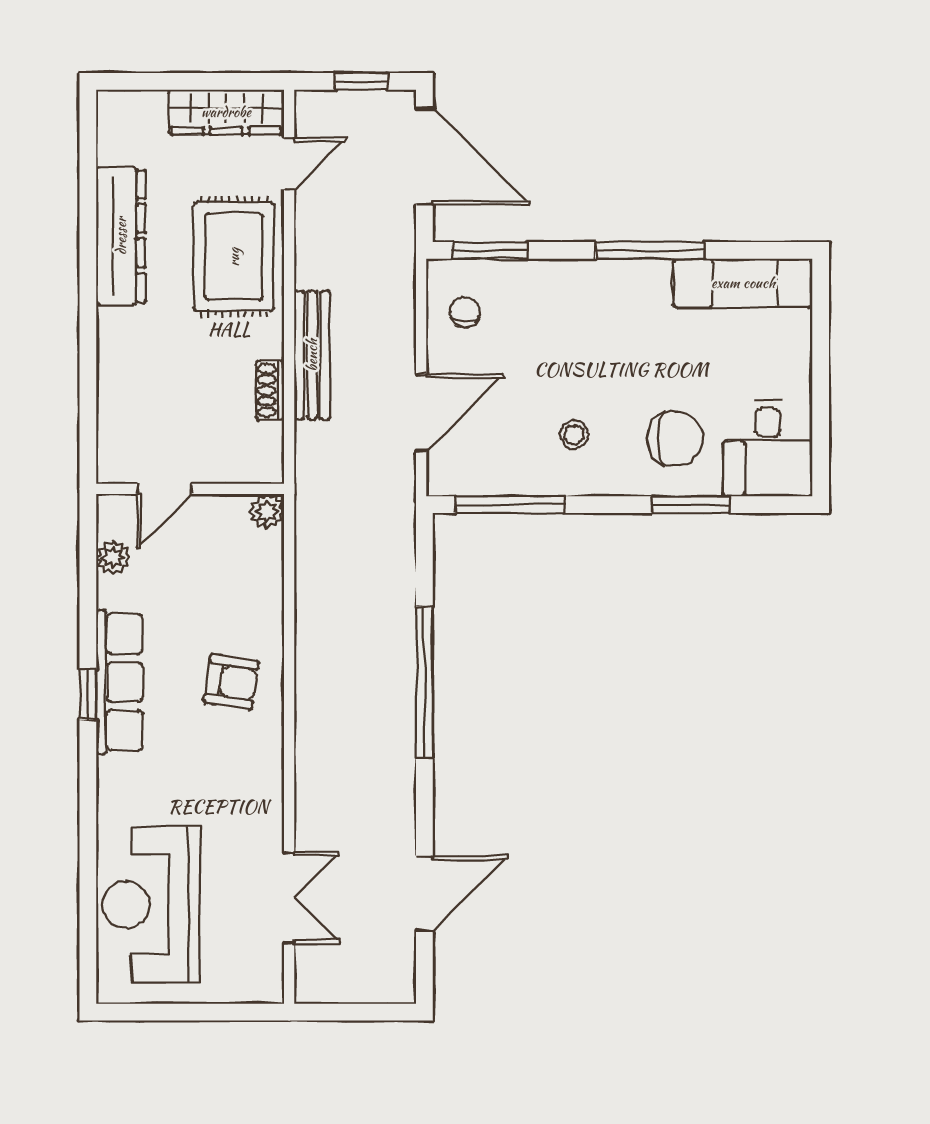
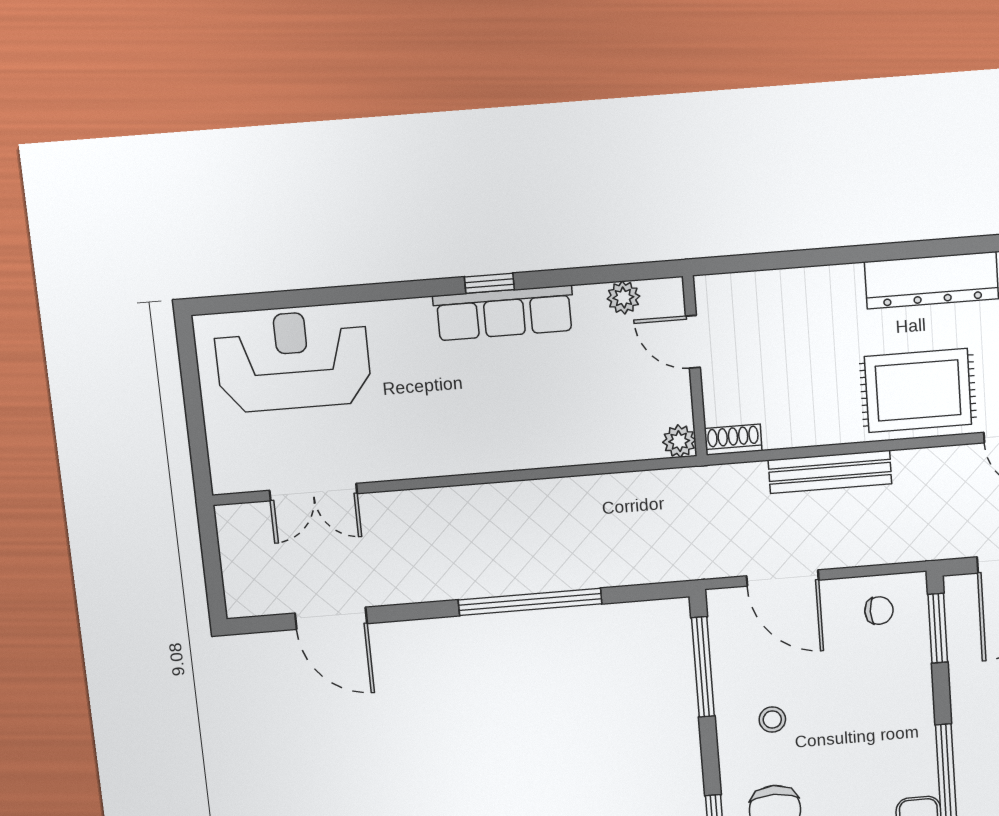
shoe rack: (270, 390) -> (733, 440), moved
armchair: (231, 682) -> (514, 421), removed

